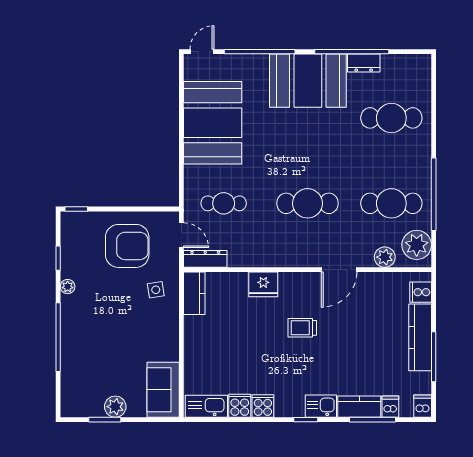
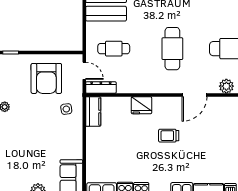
cafe table: (307, 203) -> (172, 49), turned 90
armchair: (127, 246) -> (46, 78), turned 90

